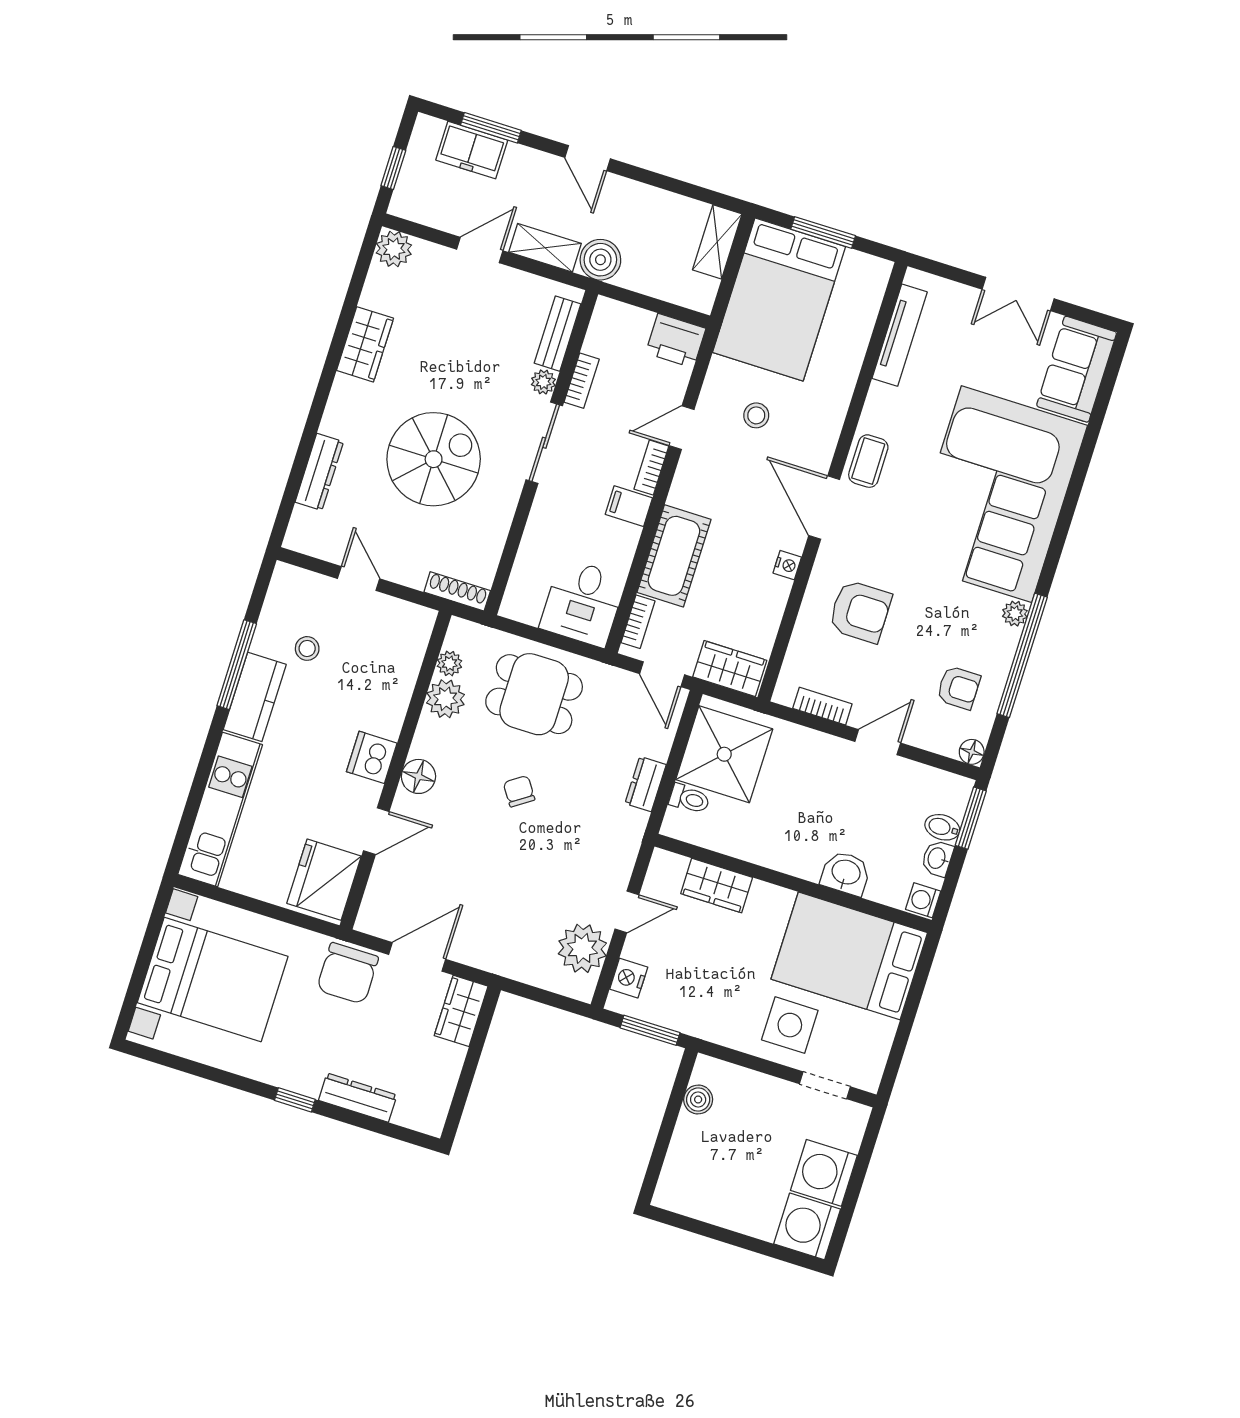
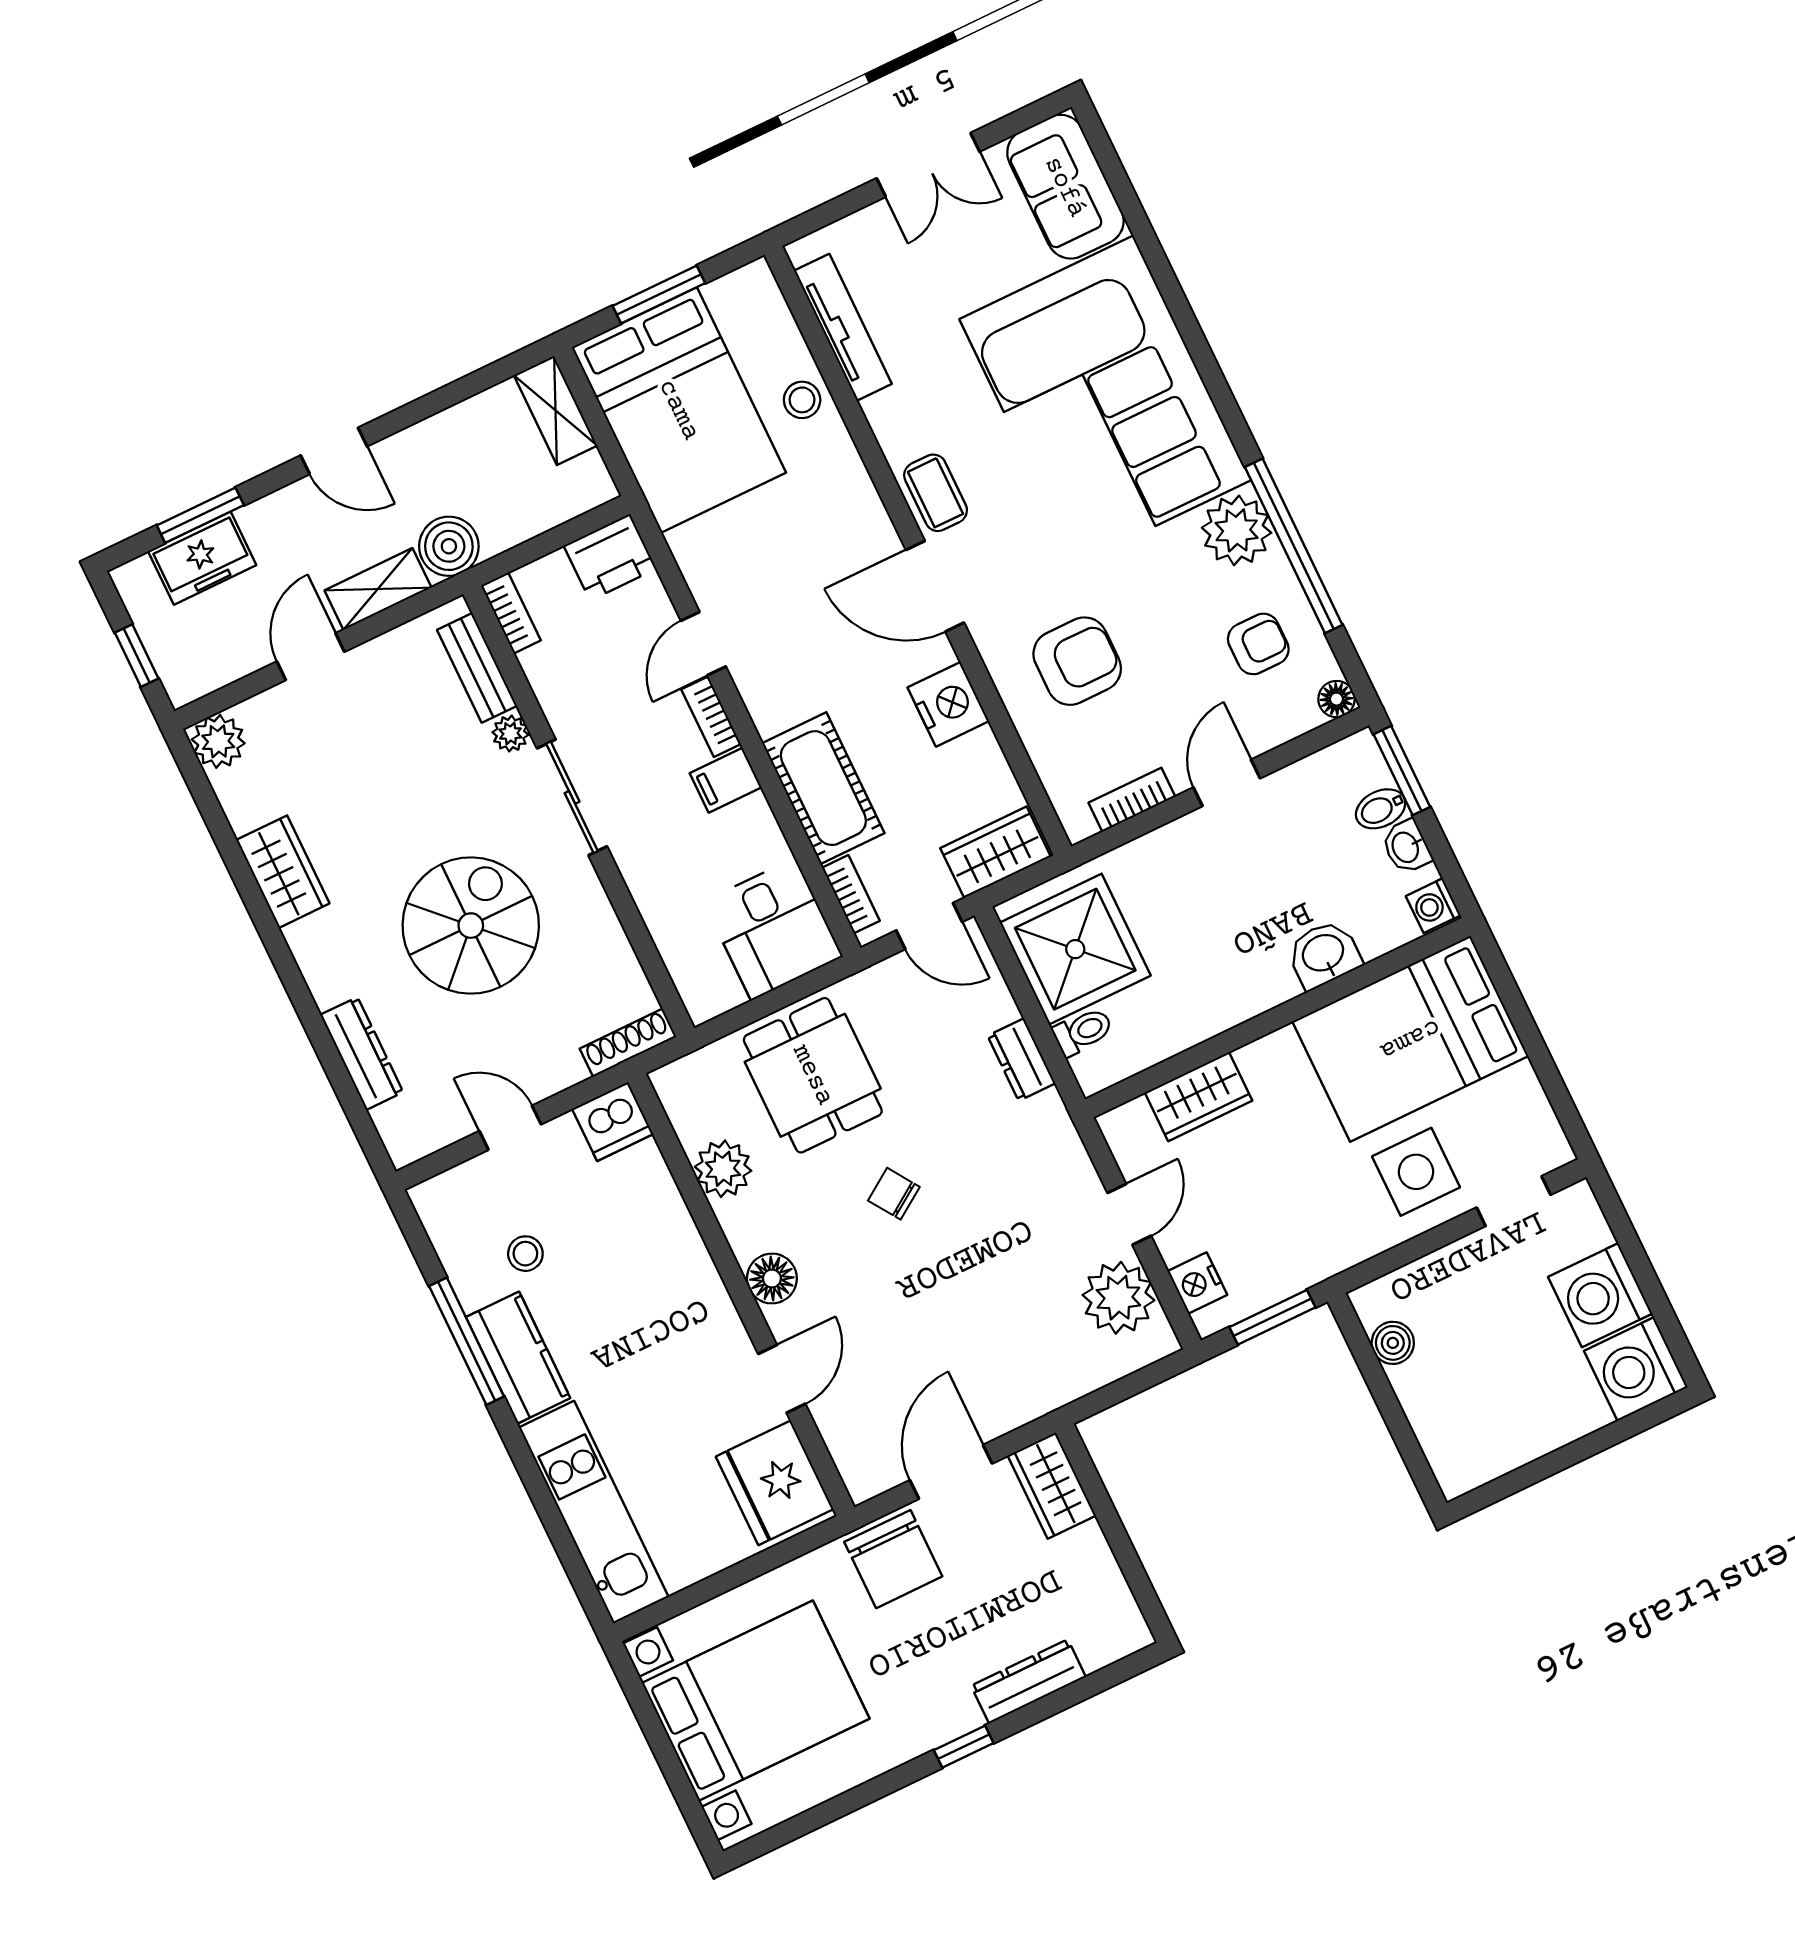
bookcase: (582, 381) -> (511, 613), moved
stool: (756, 415) -> (802, 400), moved
nightstand: (787, 565) -> (948, 704), width x1.89, depth x1.79
plant: (1015, 614) -> (1237, 530), width x1.87, depth x1.87
plant: (449, 664) -> (692, 1127), removed
dining table: (534, 694) -> (813, 1075), turned 90
dishwasher: (372, 757) -> (613, 1121), moved, turned -90

